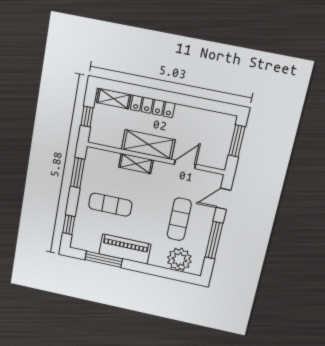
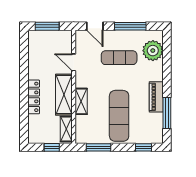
shelving: (114, 99) -> (66, 129), moved
exercise mat: (110, 205) -> (119, 116), width x1.36, depth x1.45
piano: (125, 249) -> (156, 97), width x0.73, depth x0.75

